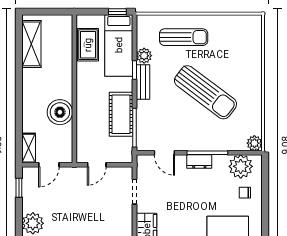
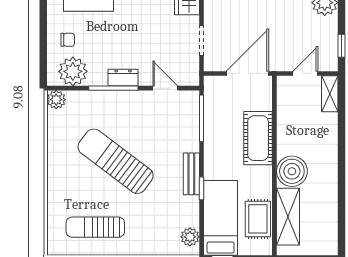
sun lounger: (184, 37) -> (95, 227), moved
shelving: (31, 44) -> (288, 217), moved
plant: (144, 56) -> (190, 237), moved
boiler: (60, 112) -> (292, 171), moved
cot: (121, 114) -> (258, 138), moved
door: (97, 165) -> (247, 73), width x1.87

